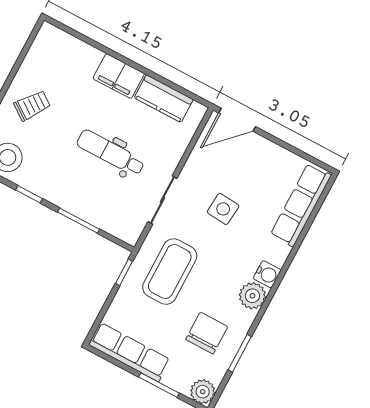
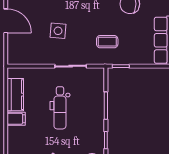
filing cabinet: (119, 76) -> (16, 119), width x0.50
door: (237, 120) -> (6, 21), moved
coffee table: (170, 272) -> (107, 42), width x0.54, depth x0.58

